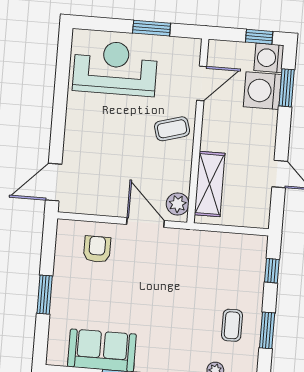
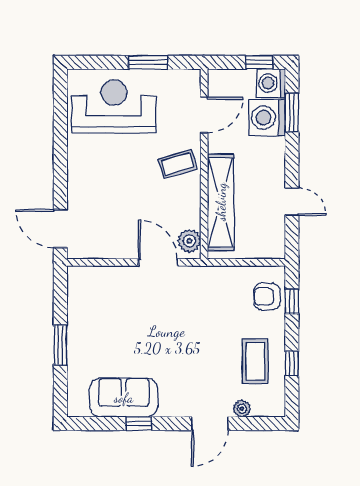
door: (54, 182) -> (60, 229), hinge flipped
shelving: (210, 184) -> (221, 202), width x1.47
armchair: (97, 249) -> (267, 296), moved, turned -90
coffee table: (232, 325) -> (255, 361), width x1.36, depth x1.30
window: (267, 330) -> (292, 363), width x0.67

